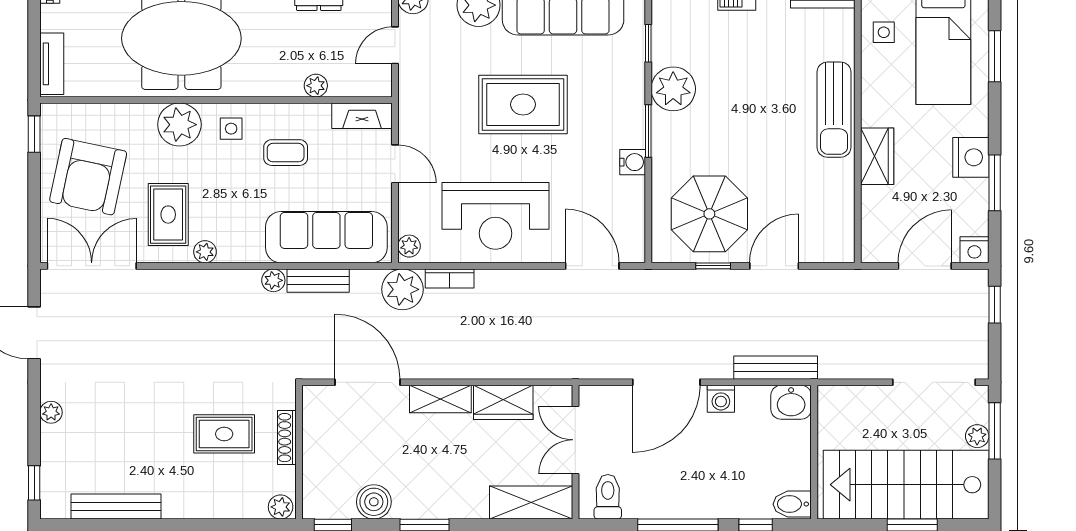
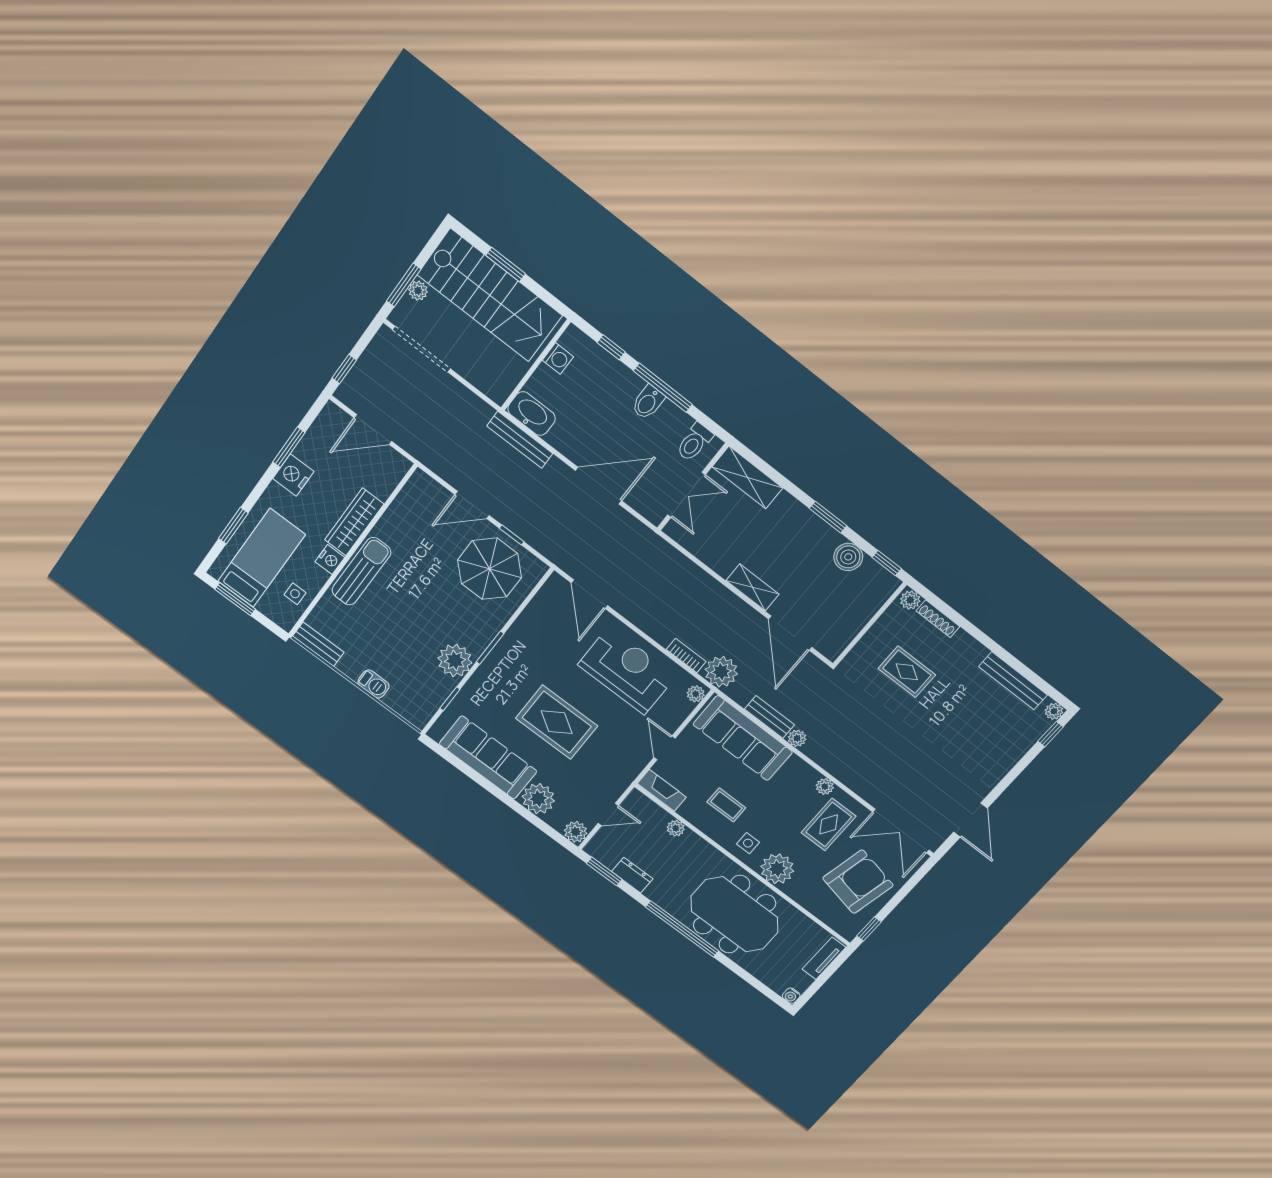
wardrobe: (877, 156) -> (354, 522), width x1.50
water cooler: (633, 162) -> (514, 637), removed
nightstand: (974, 250) -> (330, 560), moved, turned 90
washing machine: (721, 399) -> (558, 358), moved, turned 90
wardrobe: (503, 402) -> (714, 554), removed
washbasin: (791, 402) -> (532, 414), width x1.38
plant: (51, 412) -> (1054, 711), moved
shoe rack: (287, 438) -> (938, 619), moved, turned 90
bidet: (792, 504) -> (648, 402), moved, turned 90

